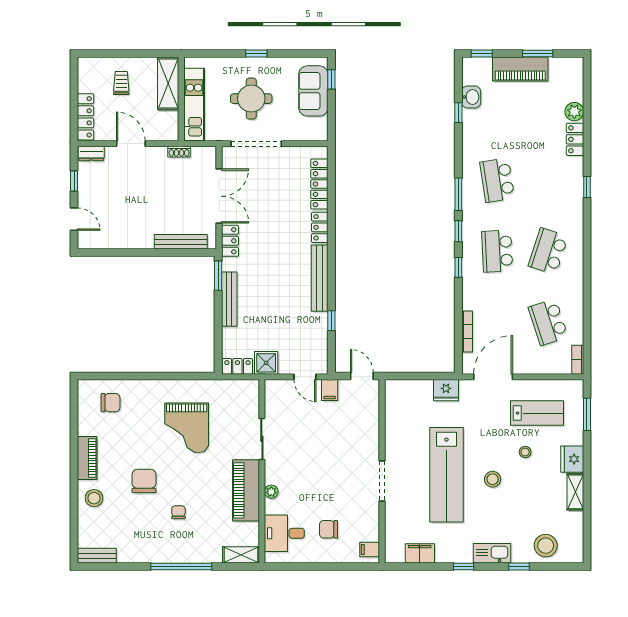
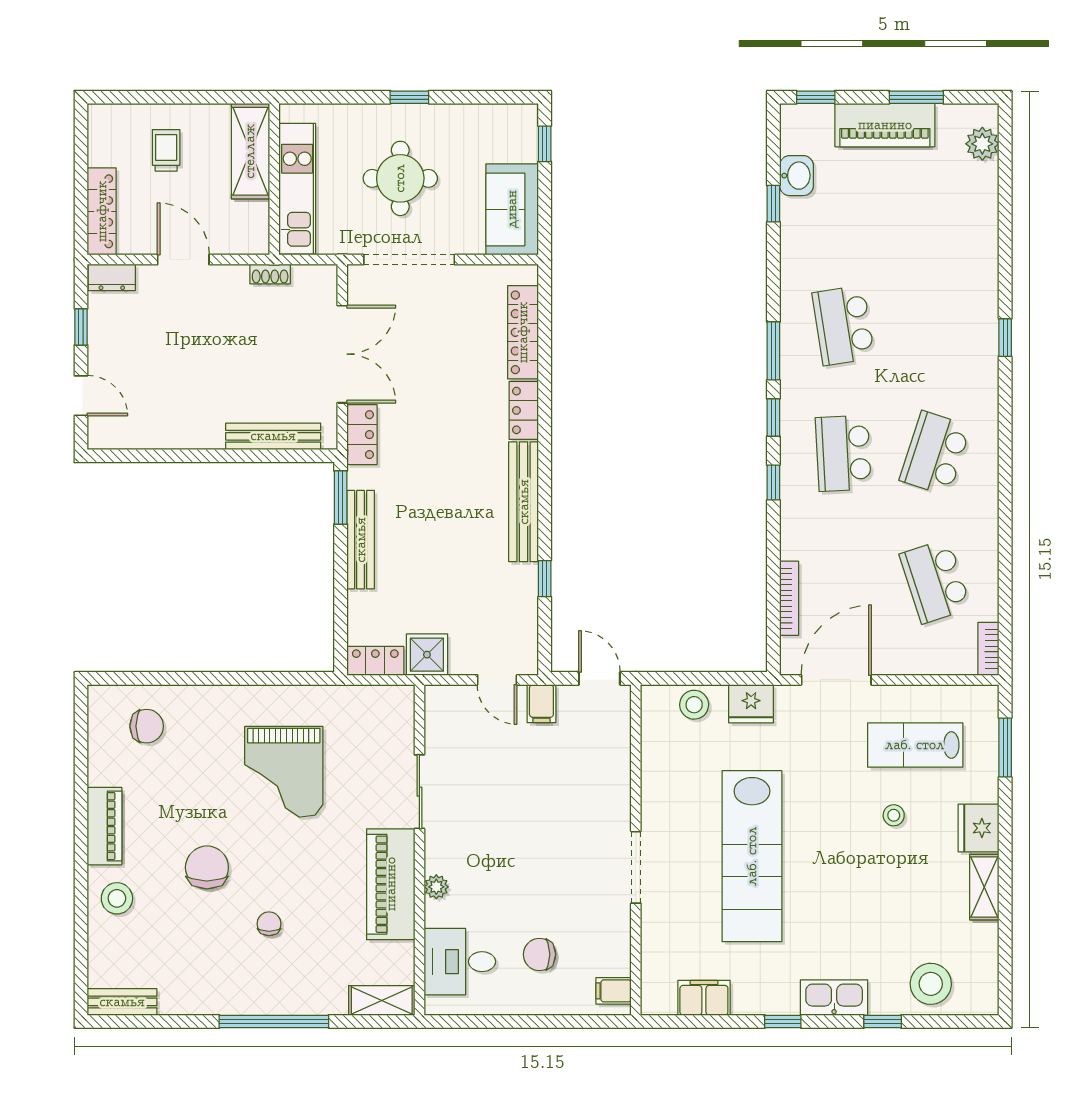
sofa: (313, 91) -> (512, 209), moved
plant: (574, 112) -> (982, 144), moved
locker: (575, 139) -> (983, 252), removed
lab bench: (537, 413) -> (915, 745), turned 180
stool: (493, 479) -> (694, 705), moved

